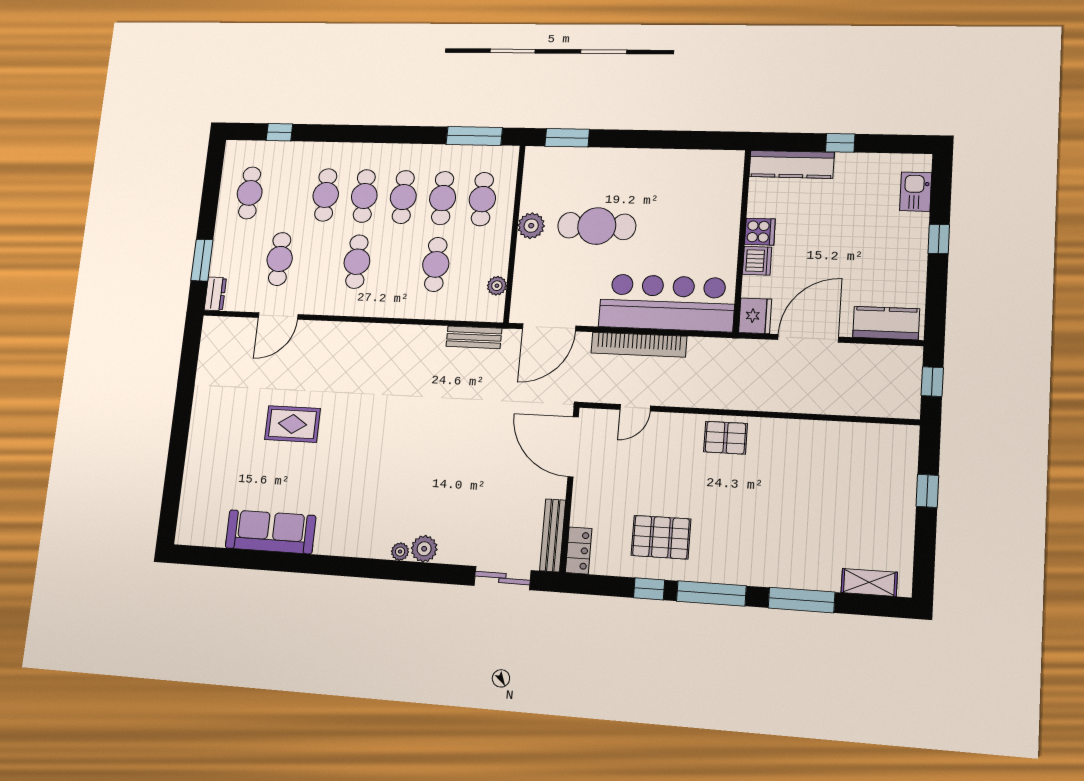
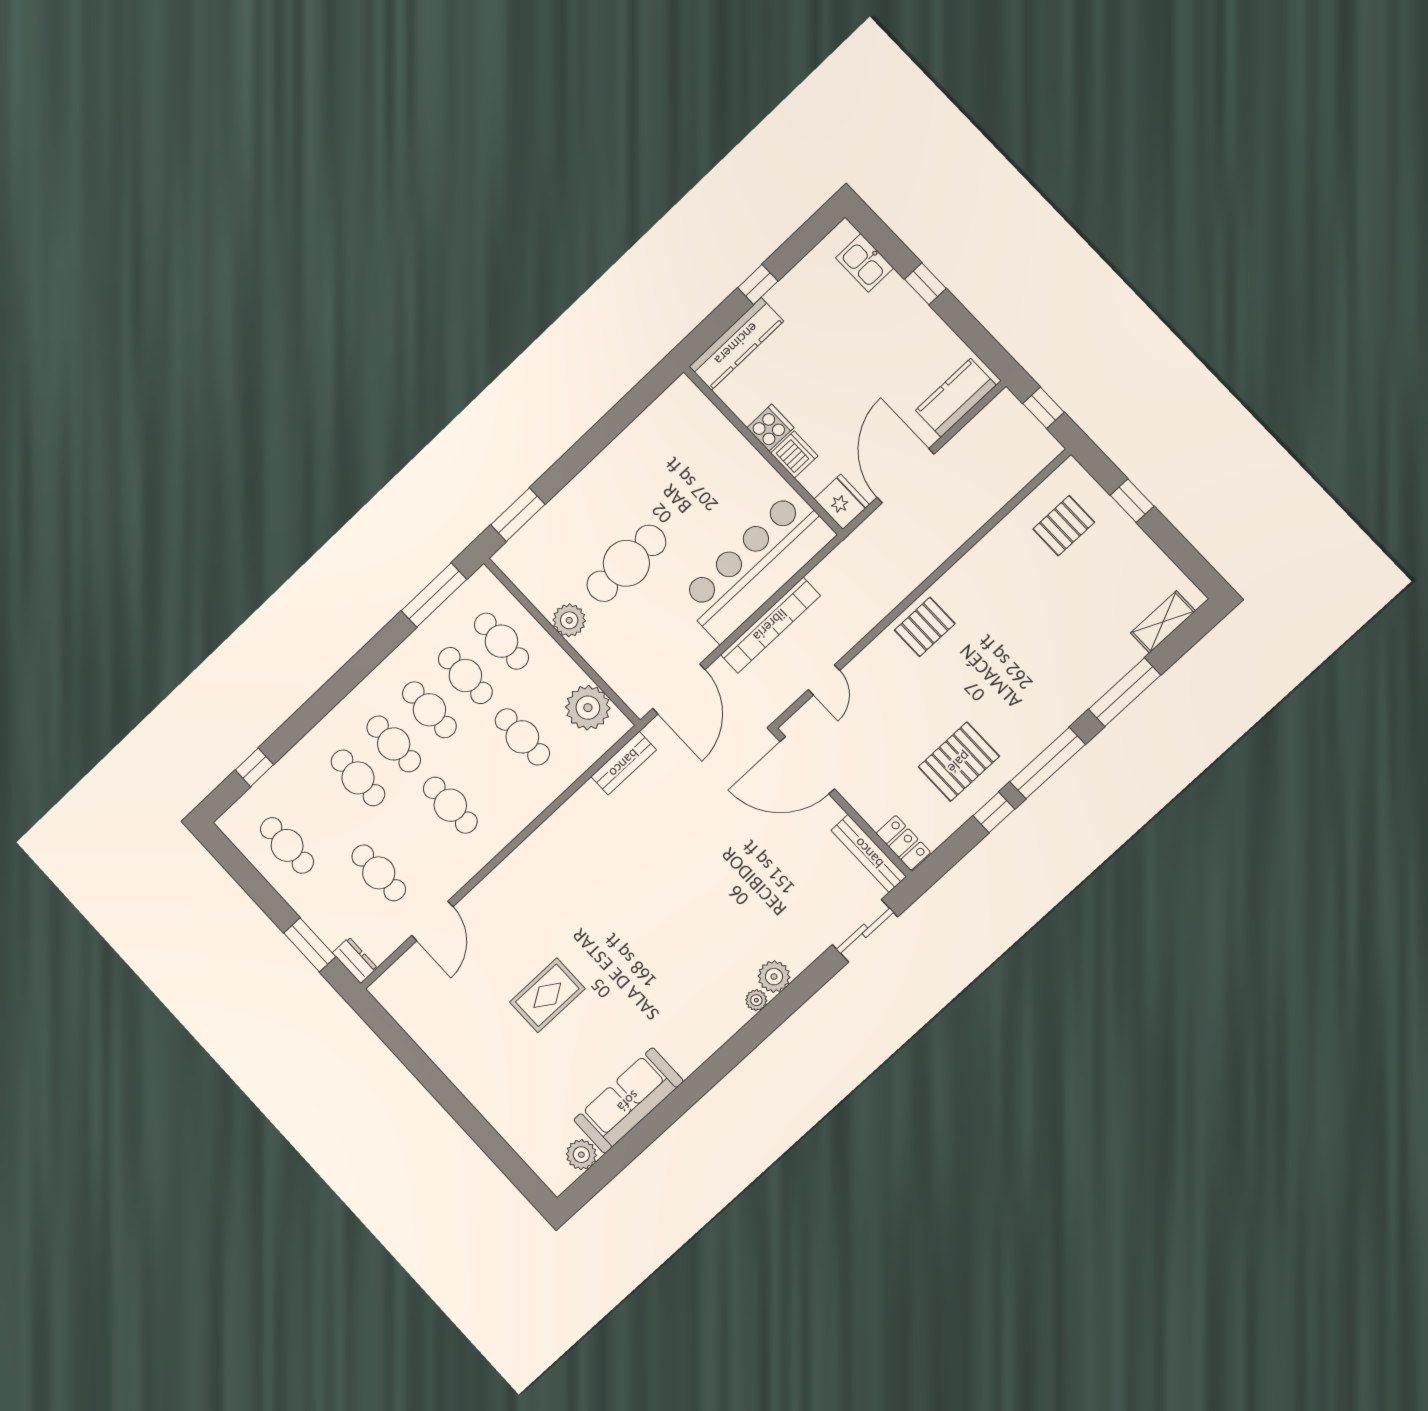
plant: (497, 286) -> (588, 708), width x1.88, depth x1.88
pallet: (870, 463) -> (1064, 526), added
plant: (213, 534) -> (581, 1155), added

